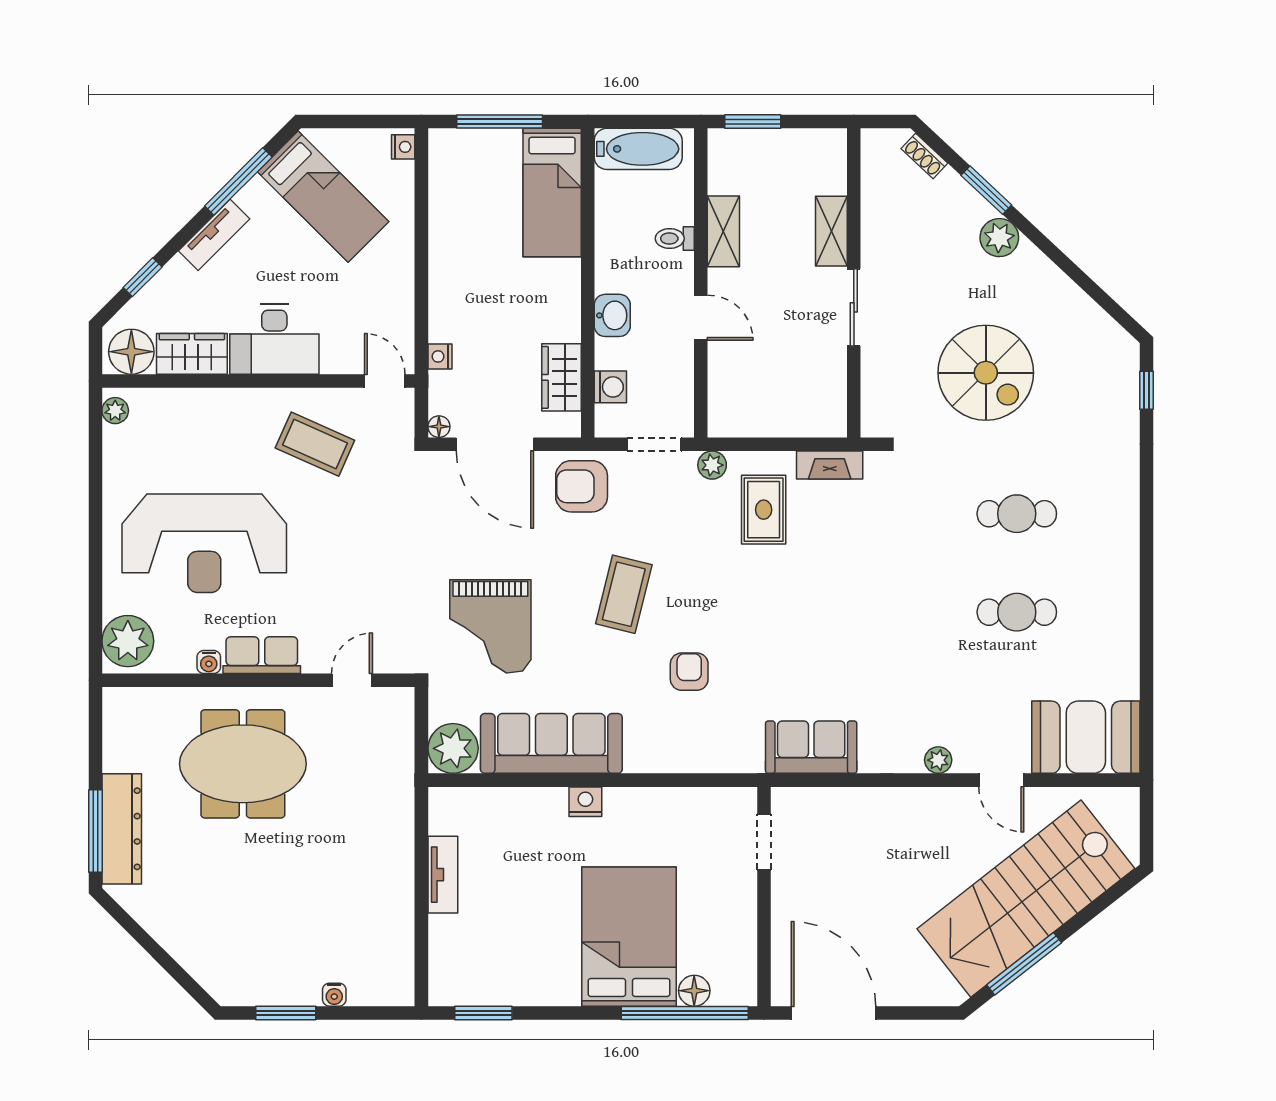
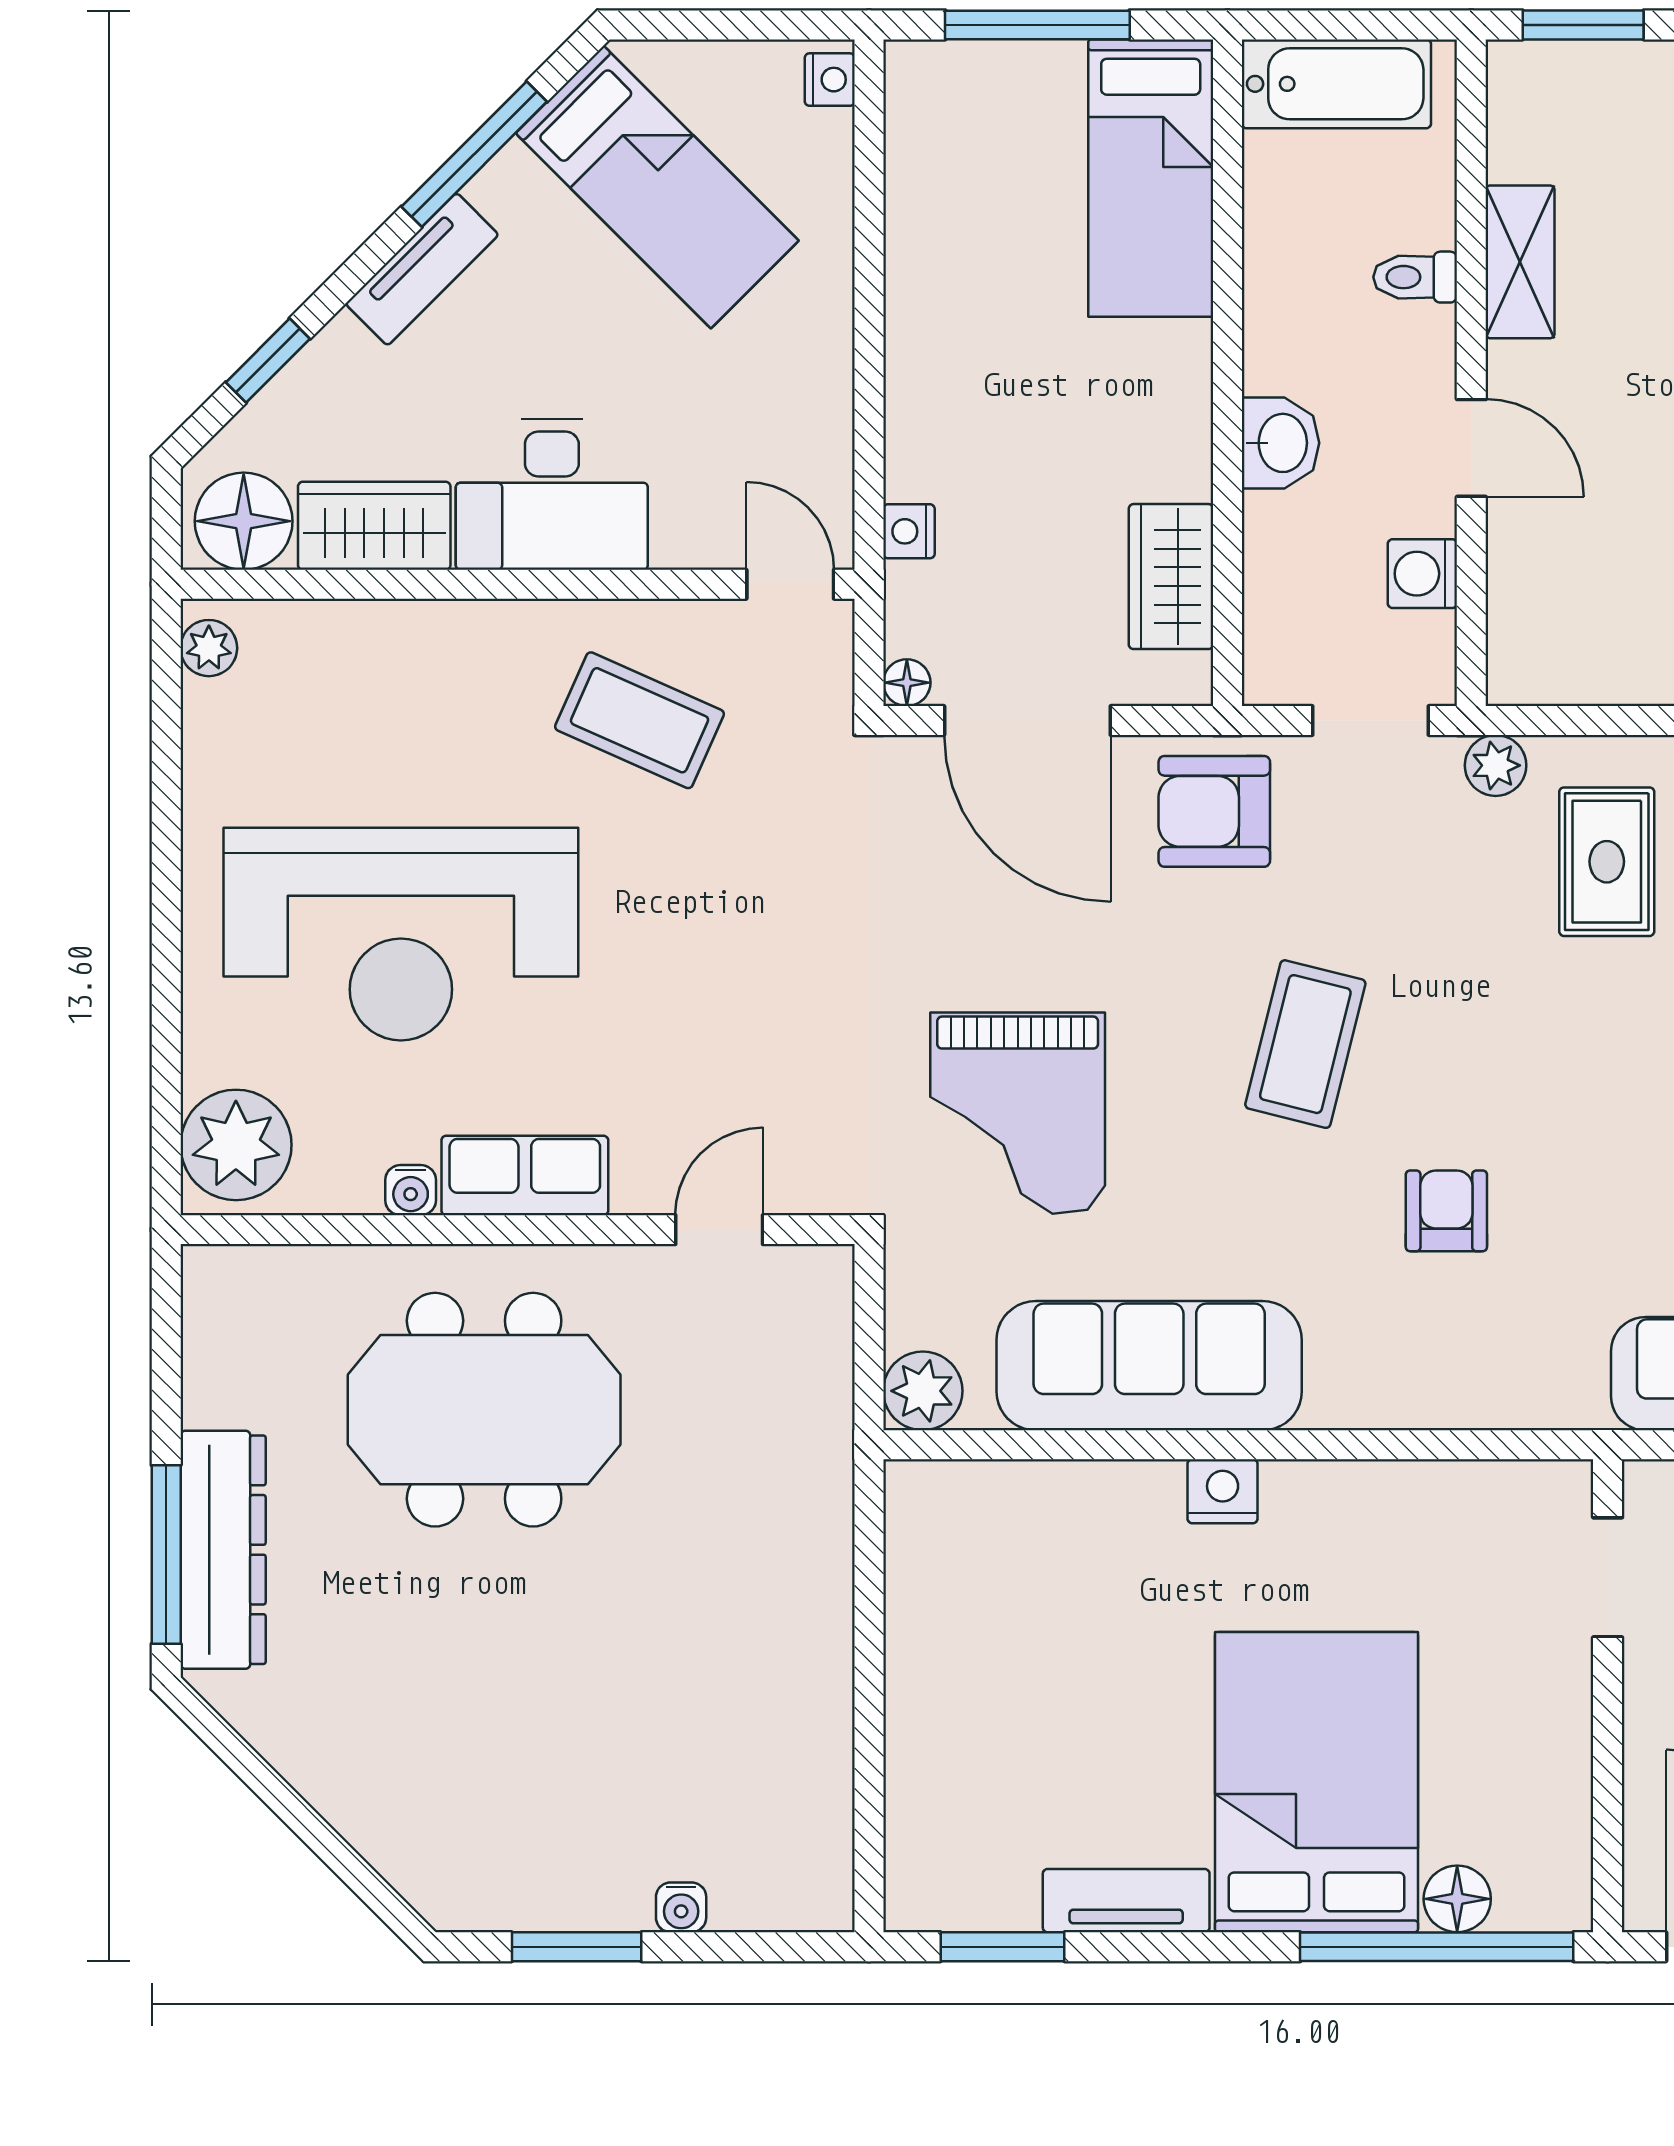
washing machine: (610, 387) -> (1422, 574), moved, turned 180
plant: (453, 748) -> (923, 1391), width x0.73, depth x0.73
tv unit: (443, 875) -> (1126, 1901), moved, turned -90

